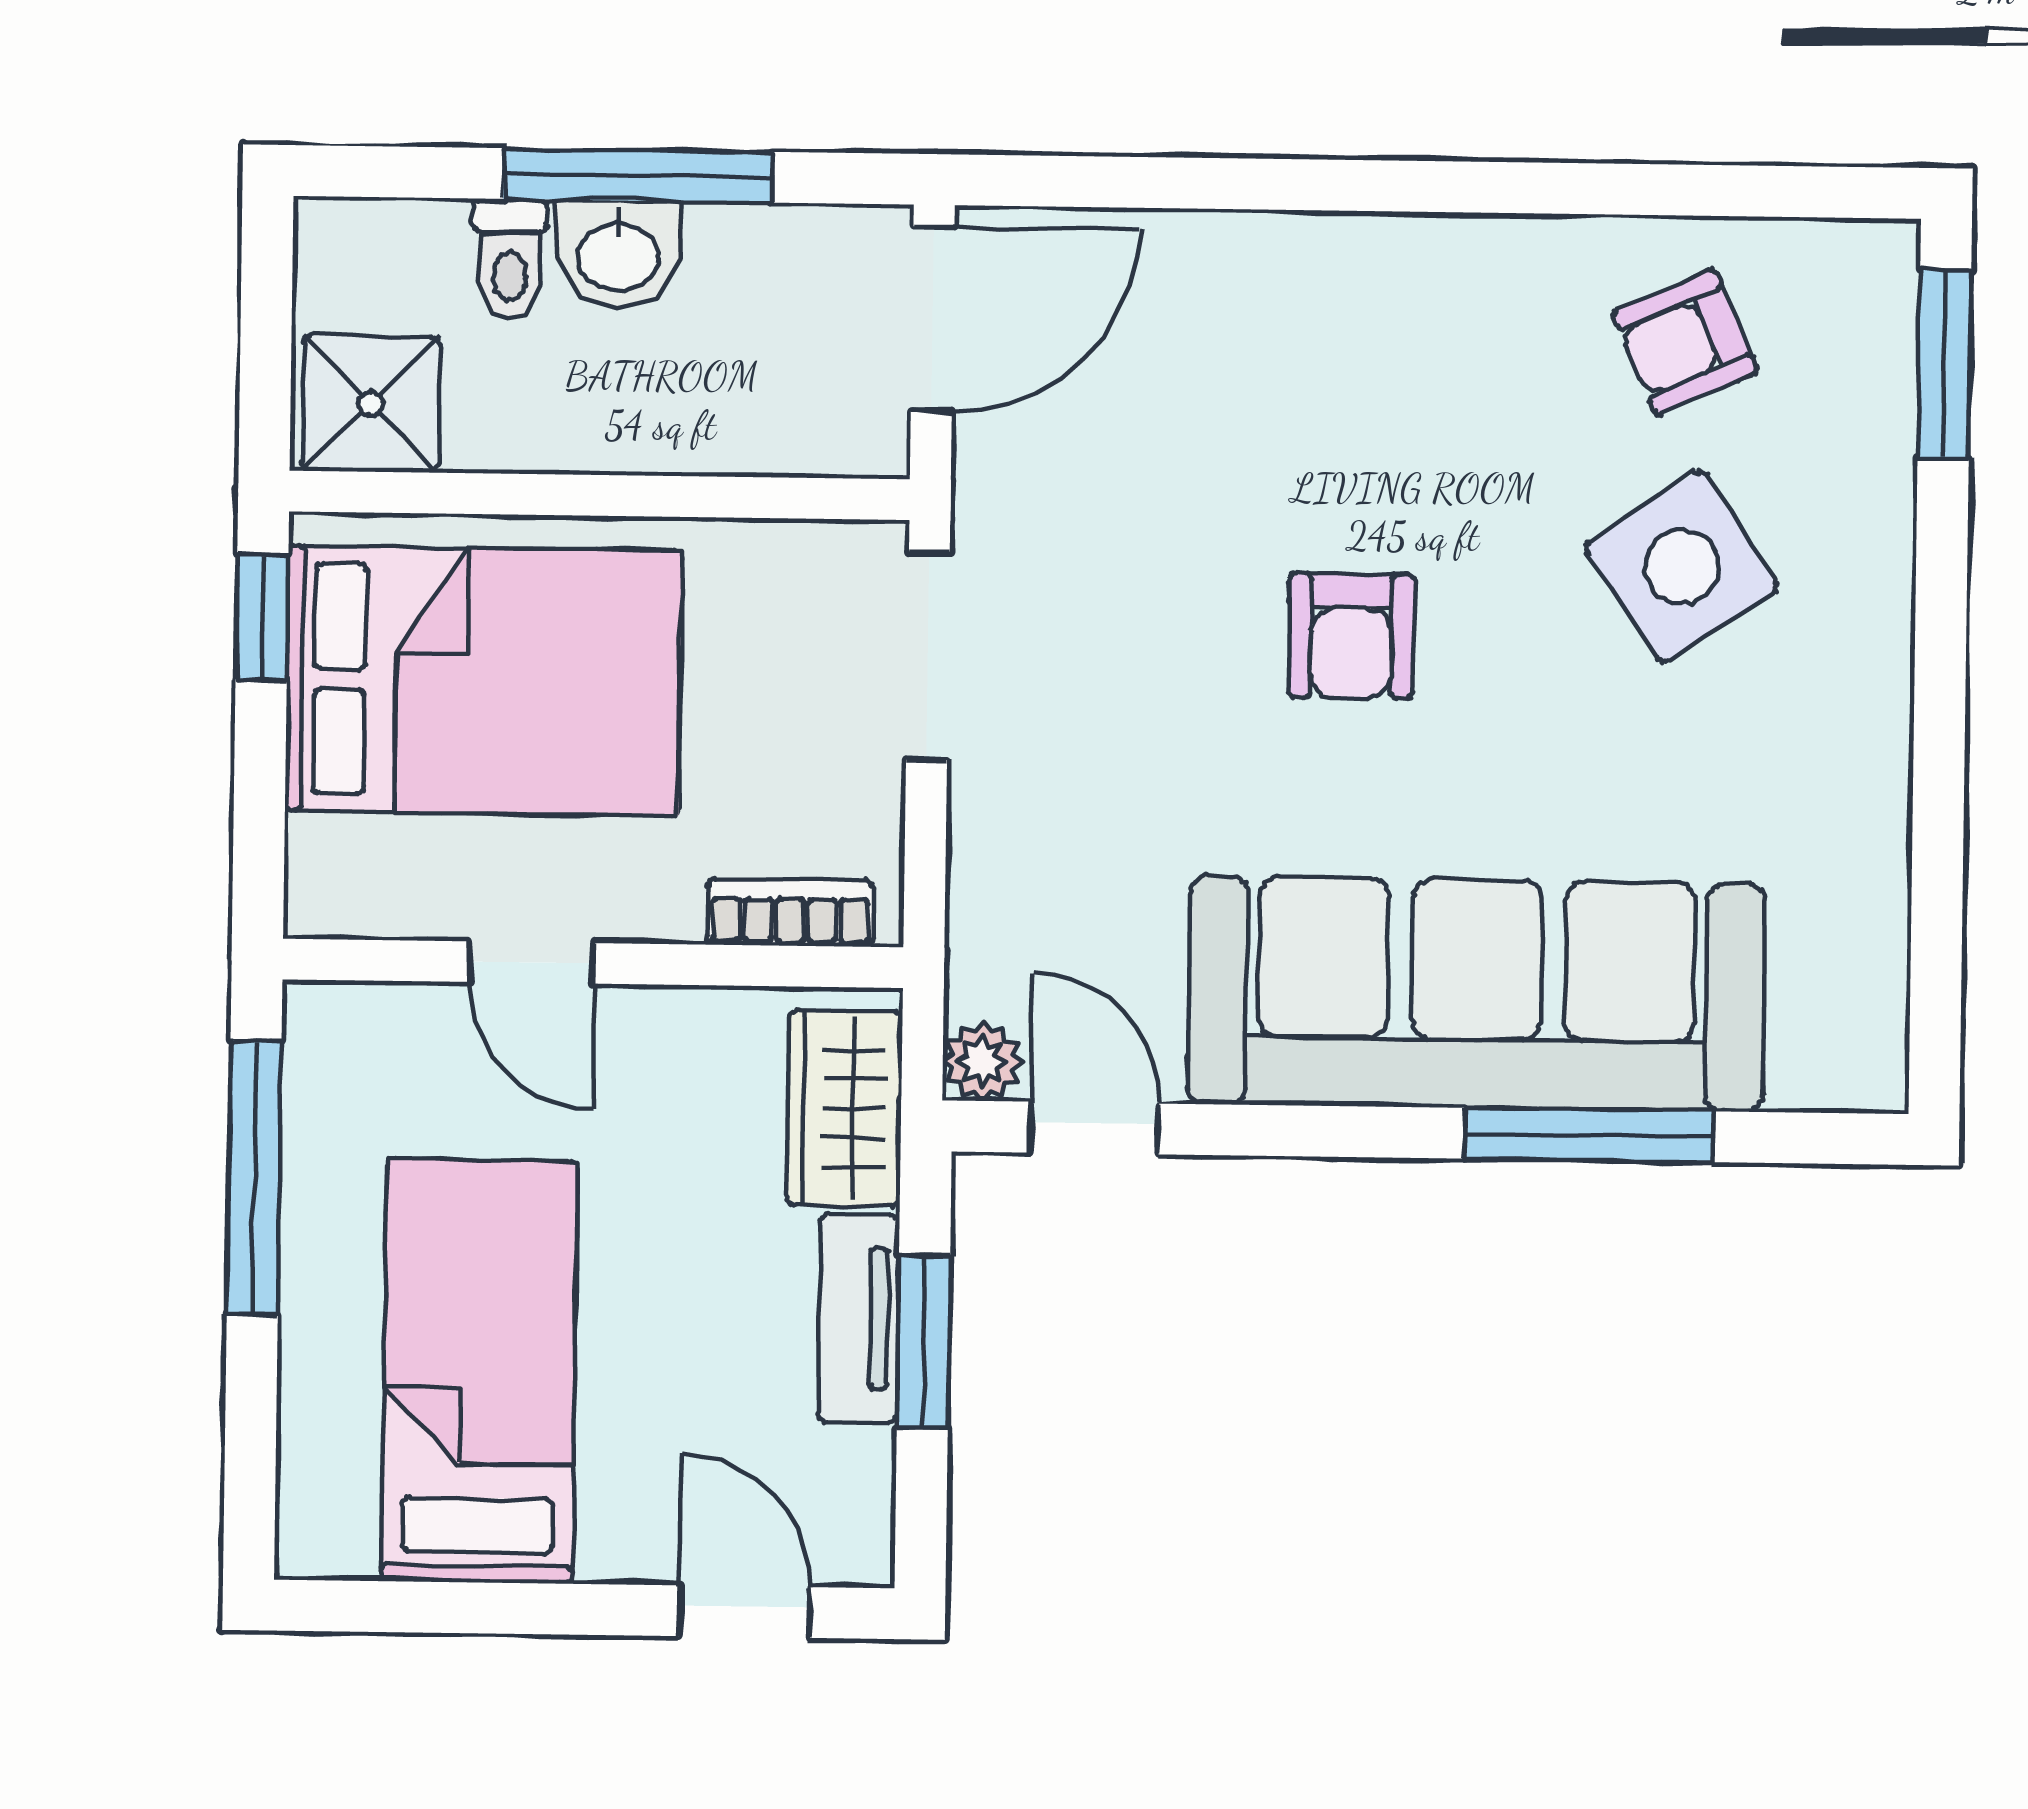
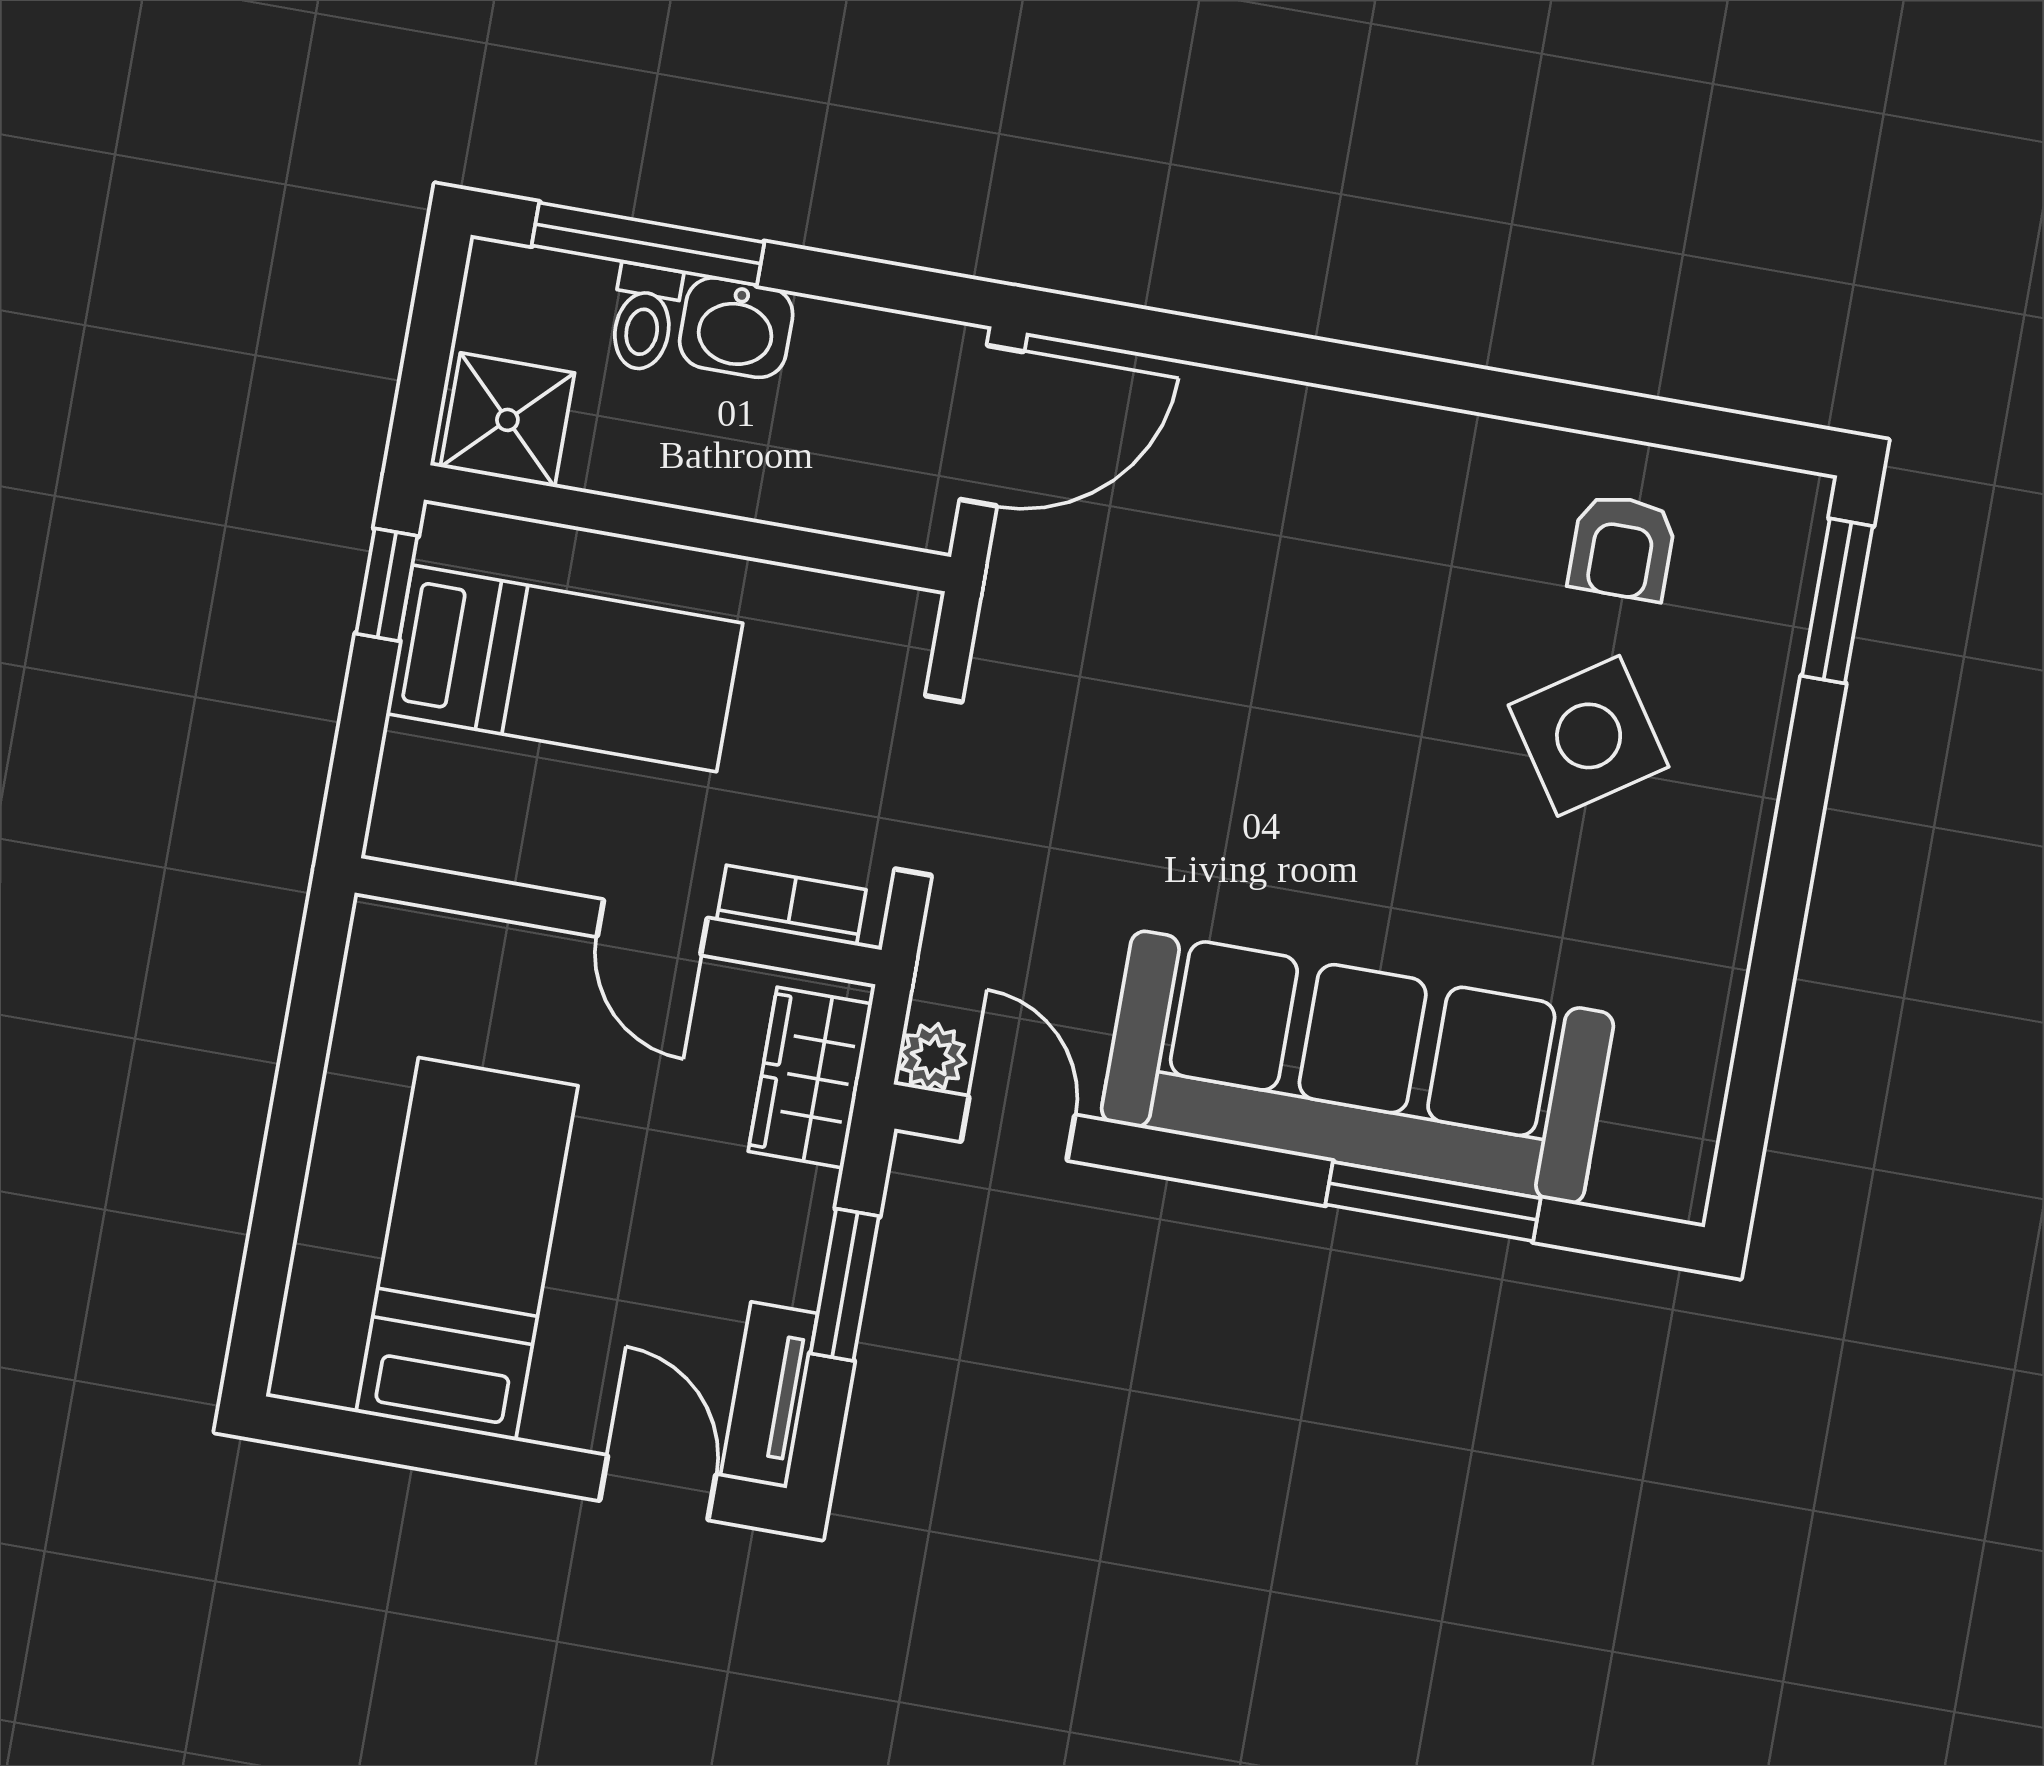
window: (638, 175) -> (648, 244), moved
armchair: (1685, 342) -> (1622, 547), turned -66
armchair: (1351, 636) -> (1301, 749), removed
doorway: (928, 656) -> (928, 785), moved
bed: (483, 681) -> (564, 668), width x0.67
door: (532, 962) -> (652, 927), moved
window: (254, 1177) -> (304, 1055), removed
tv unit: (859, 1319) -> (769, 1395), moved

